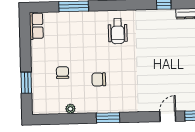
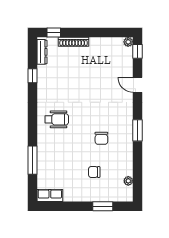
plant: (70, 109) -> (128, 181), moved
door: (168, 116) -> (138, 85), moved

